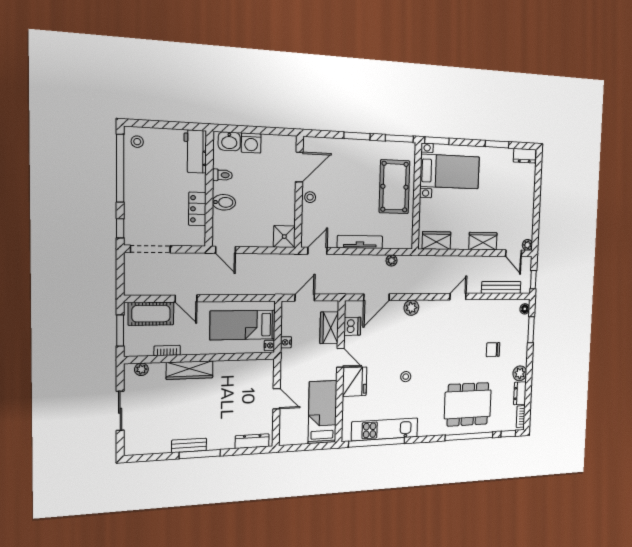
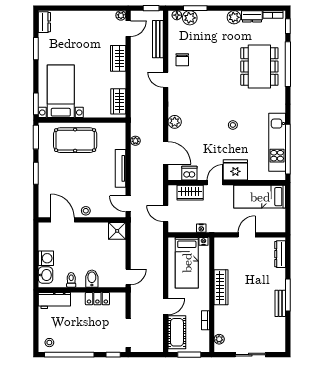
plant: (522, 324) -> (190, 18), added
chair: (493, 350) -> (182, 60), moved
wardrobe: (190, 370) -> (221, 287), moved

